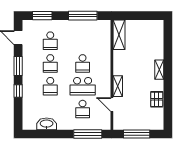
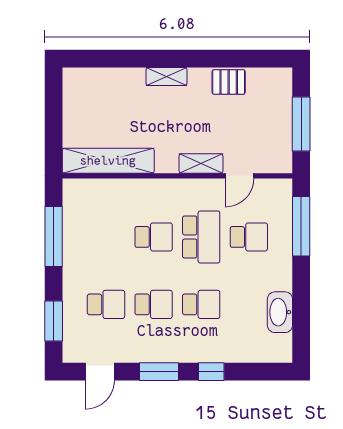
shelving: (119, 35) -> (108, 161), width x1.47

